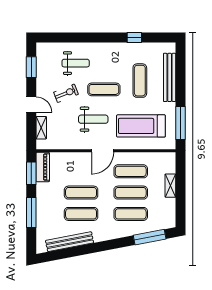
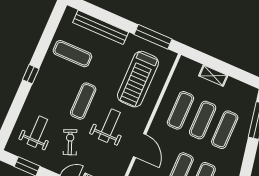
window: (134, 38) -> (31, 74), moved
weight bench: (76, 63) -> (37, 132), moved
exercise mat: (140, 81) -> (72, 54), moved
door: (103, 151) -> (140, 146), moved

